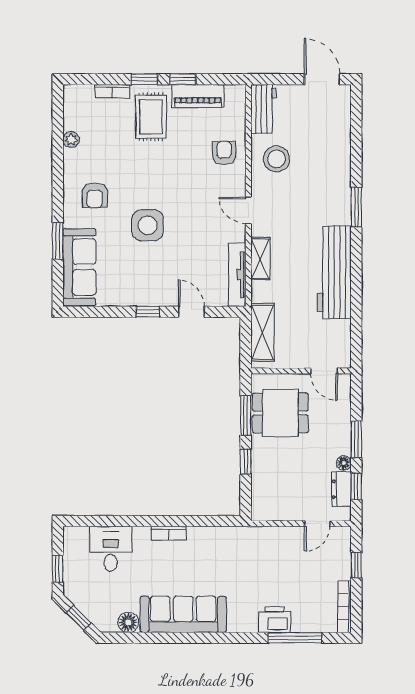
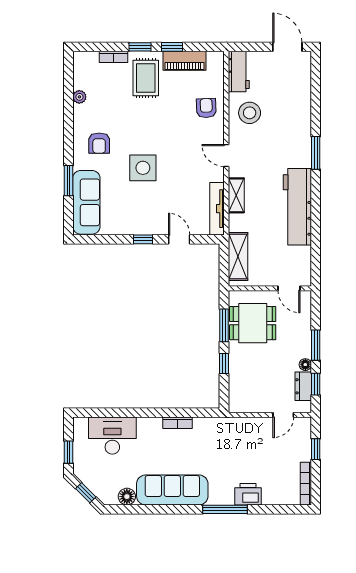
bookcase: (169, 533) -> (178, 423), moved
desk: (111, 549) -> (112, 436), width x1.37
window: (295, 638) -> (225, 509), moved

